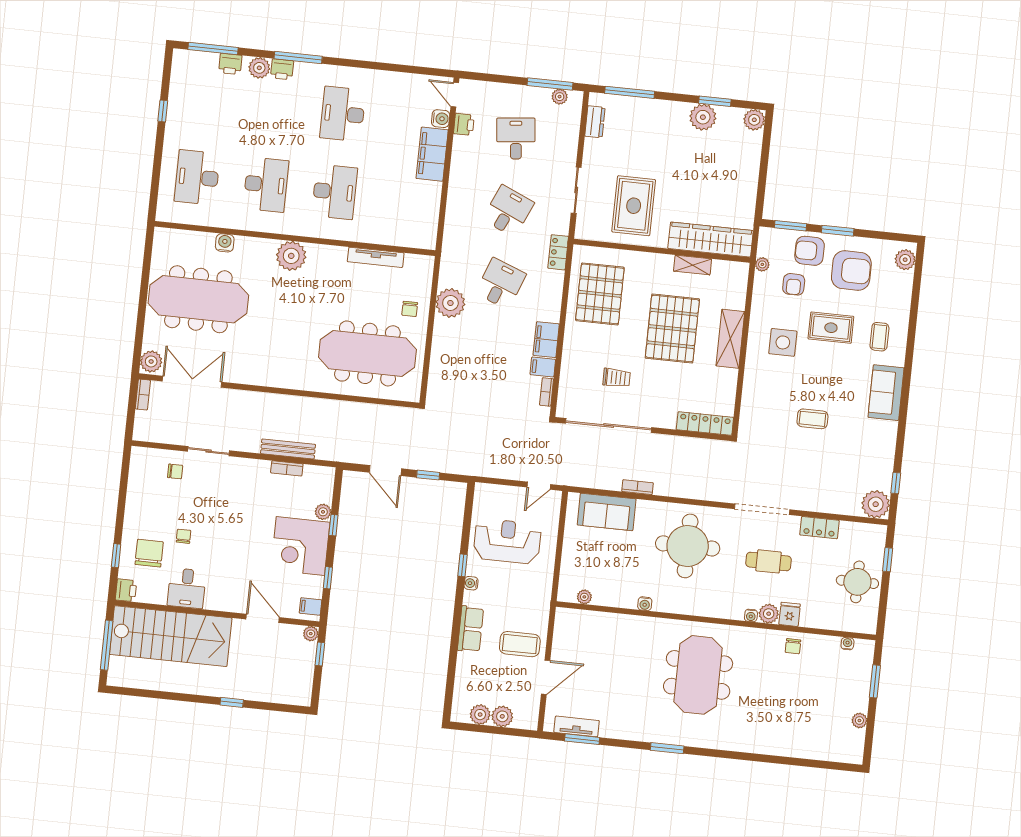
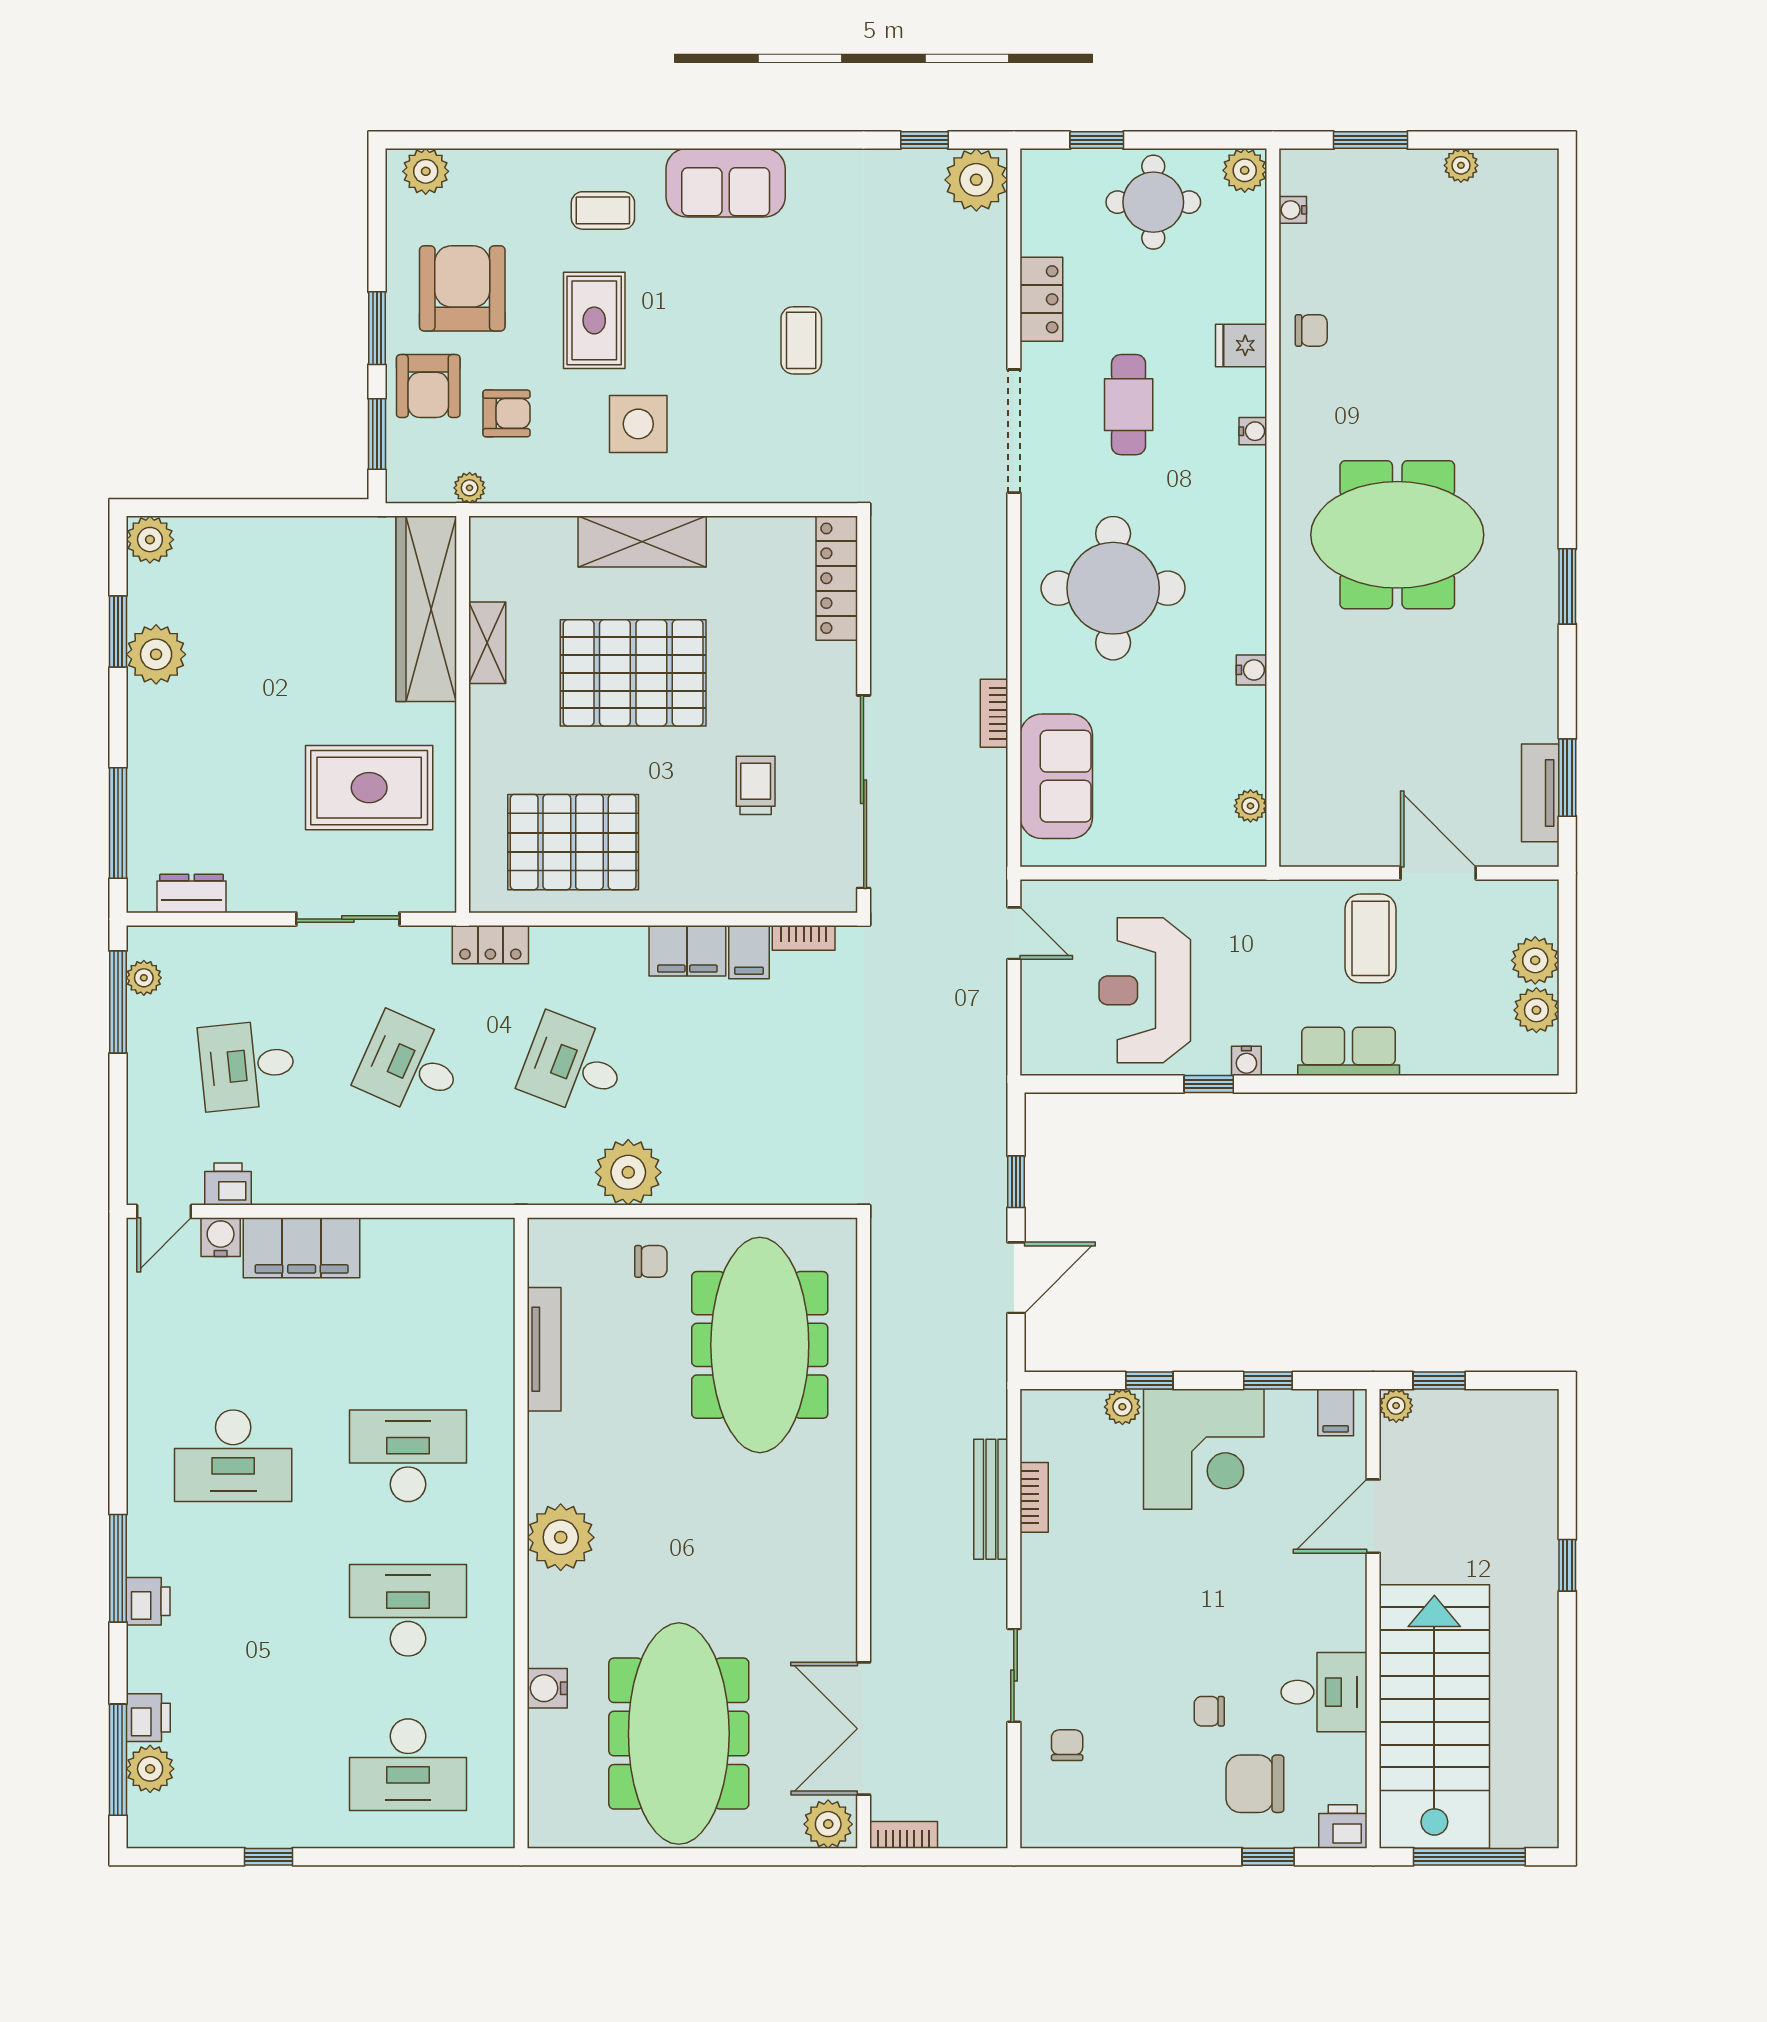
plant: (259, 68) -> (150, 1769), moved
plant: (769, 614) -> (1245, 170), moved

